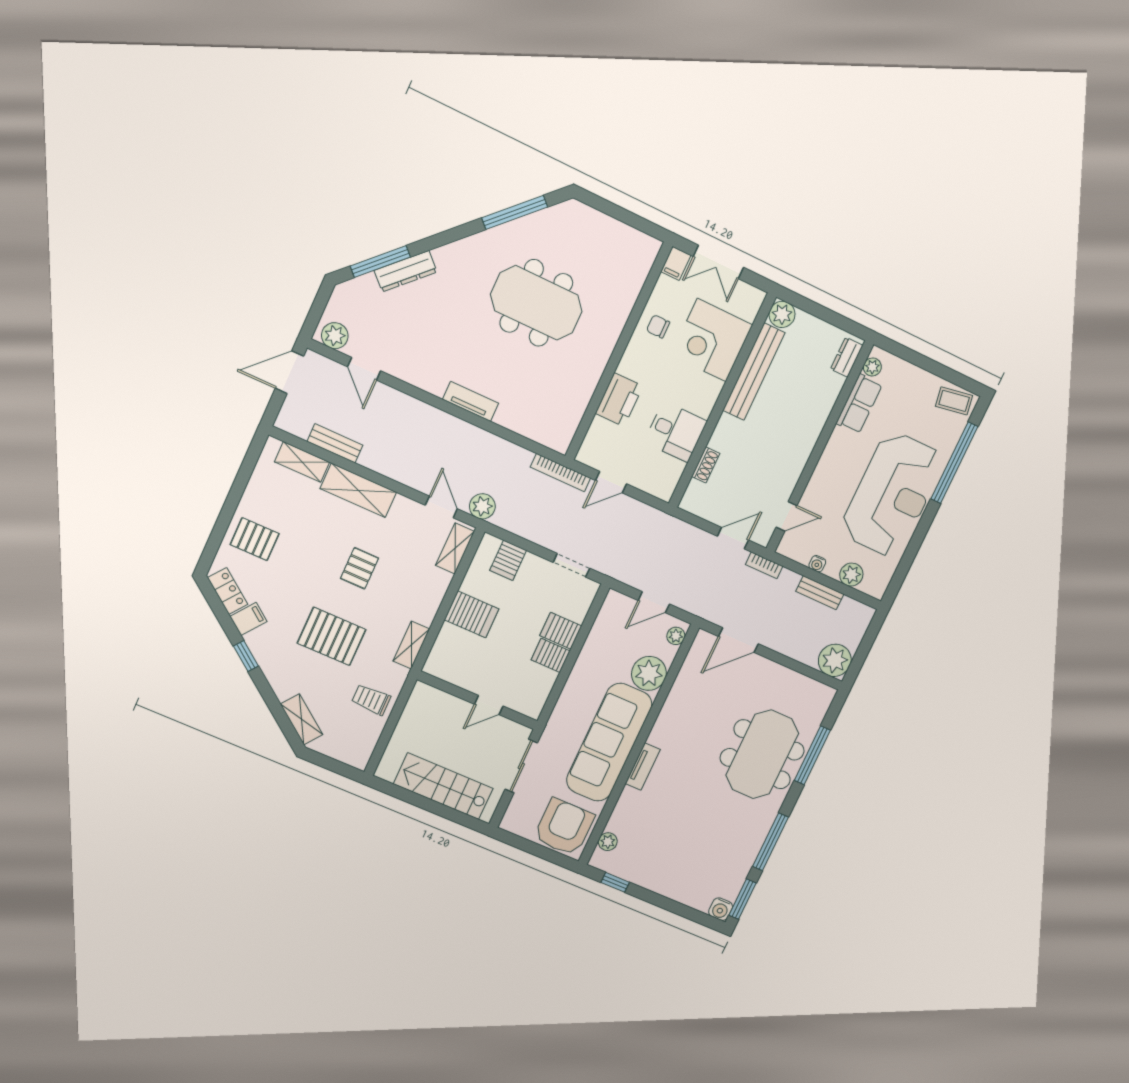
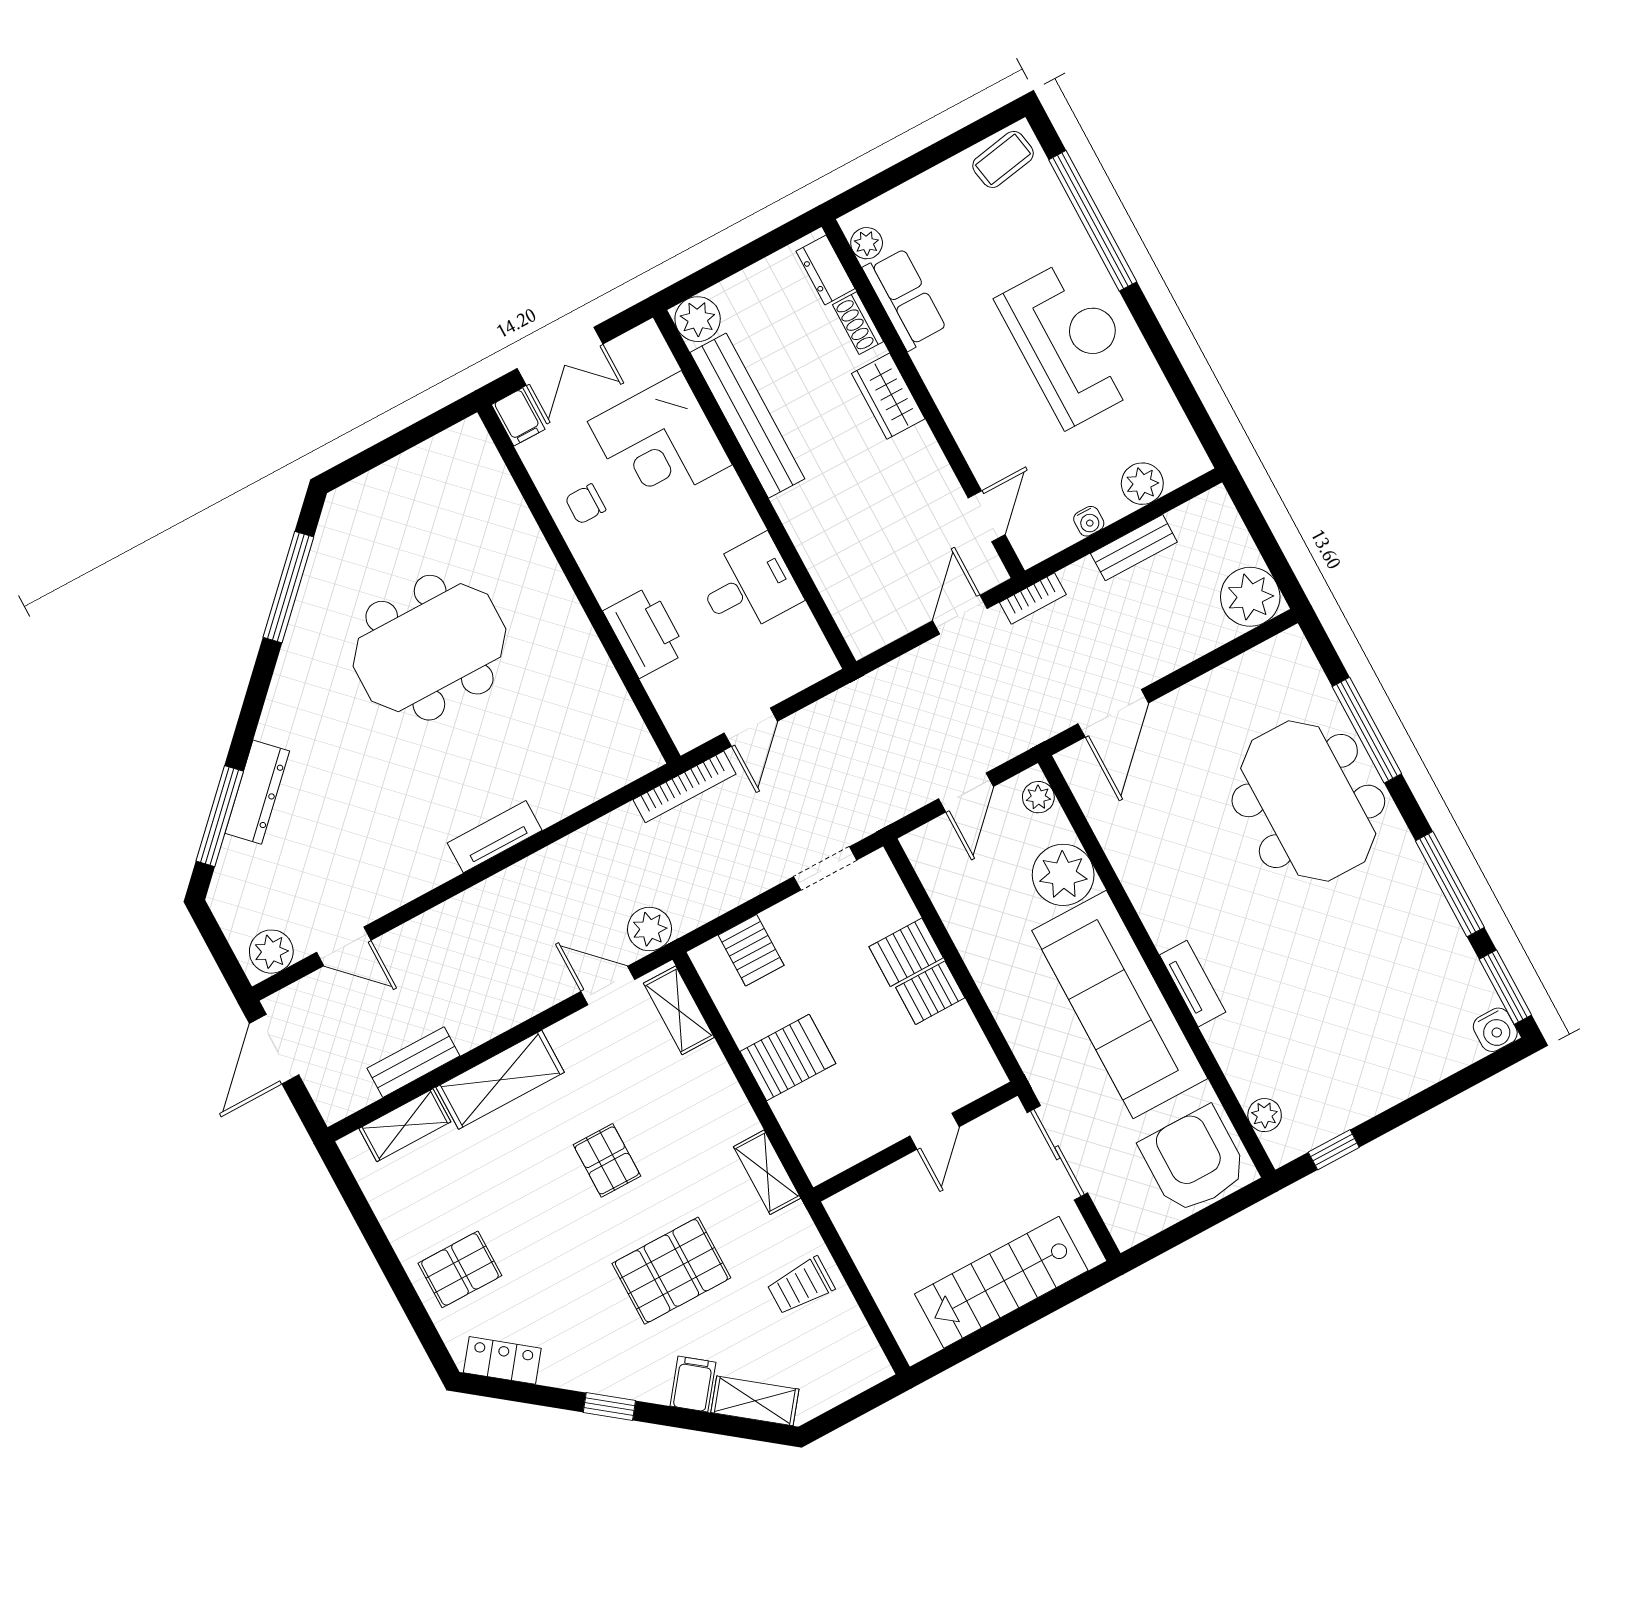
wardrobe: (809, 430) -> (888, 396), added
shoe rack: (706, 465) -> (858, 323), moved, turned 180
reception desk: (892, 494) -> (1071, 343), width x0.74, depth x0.77
filing cabinet: (248, 619) -> (693, 1384), moved

